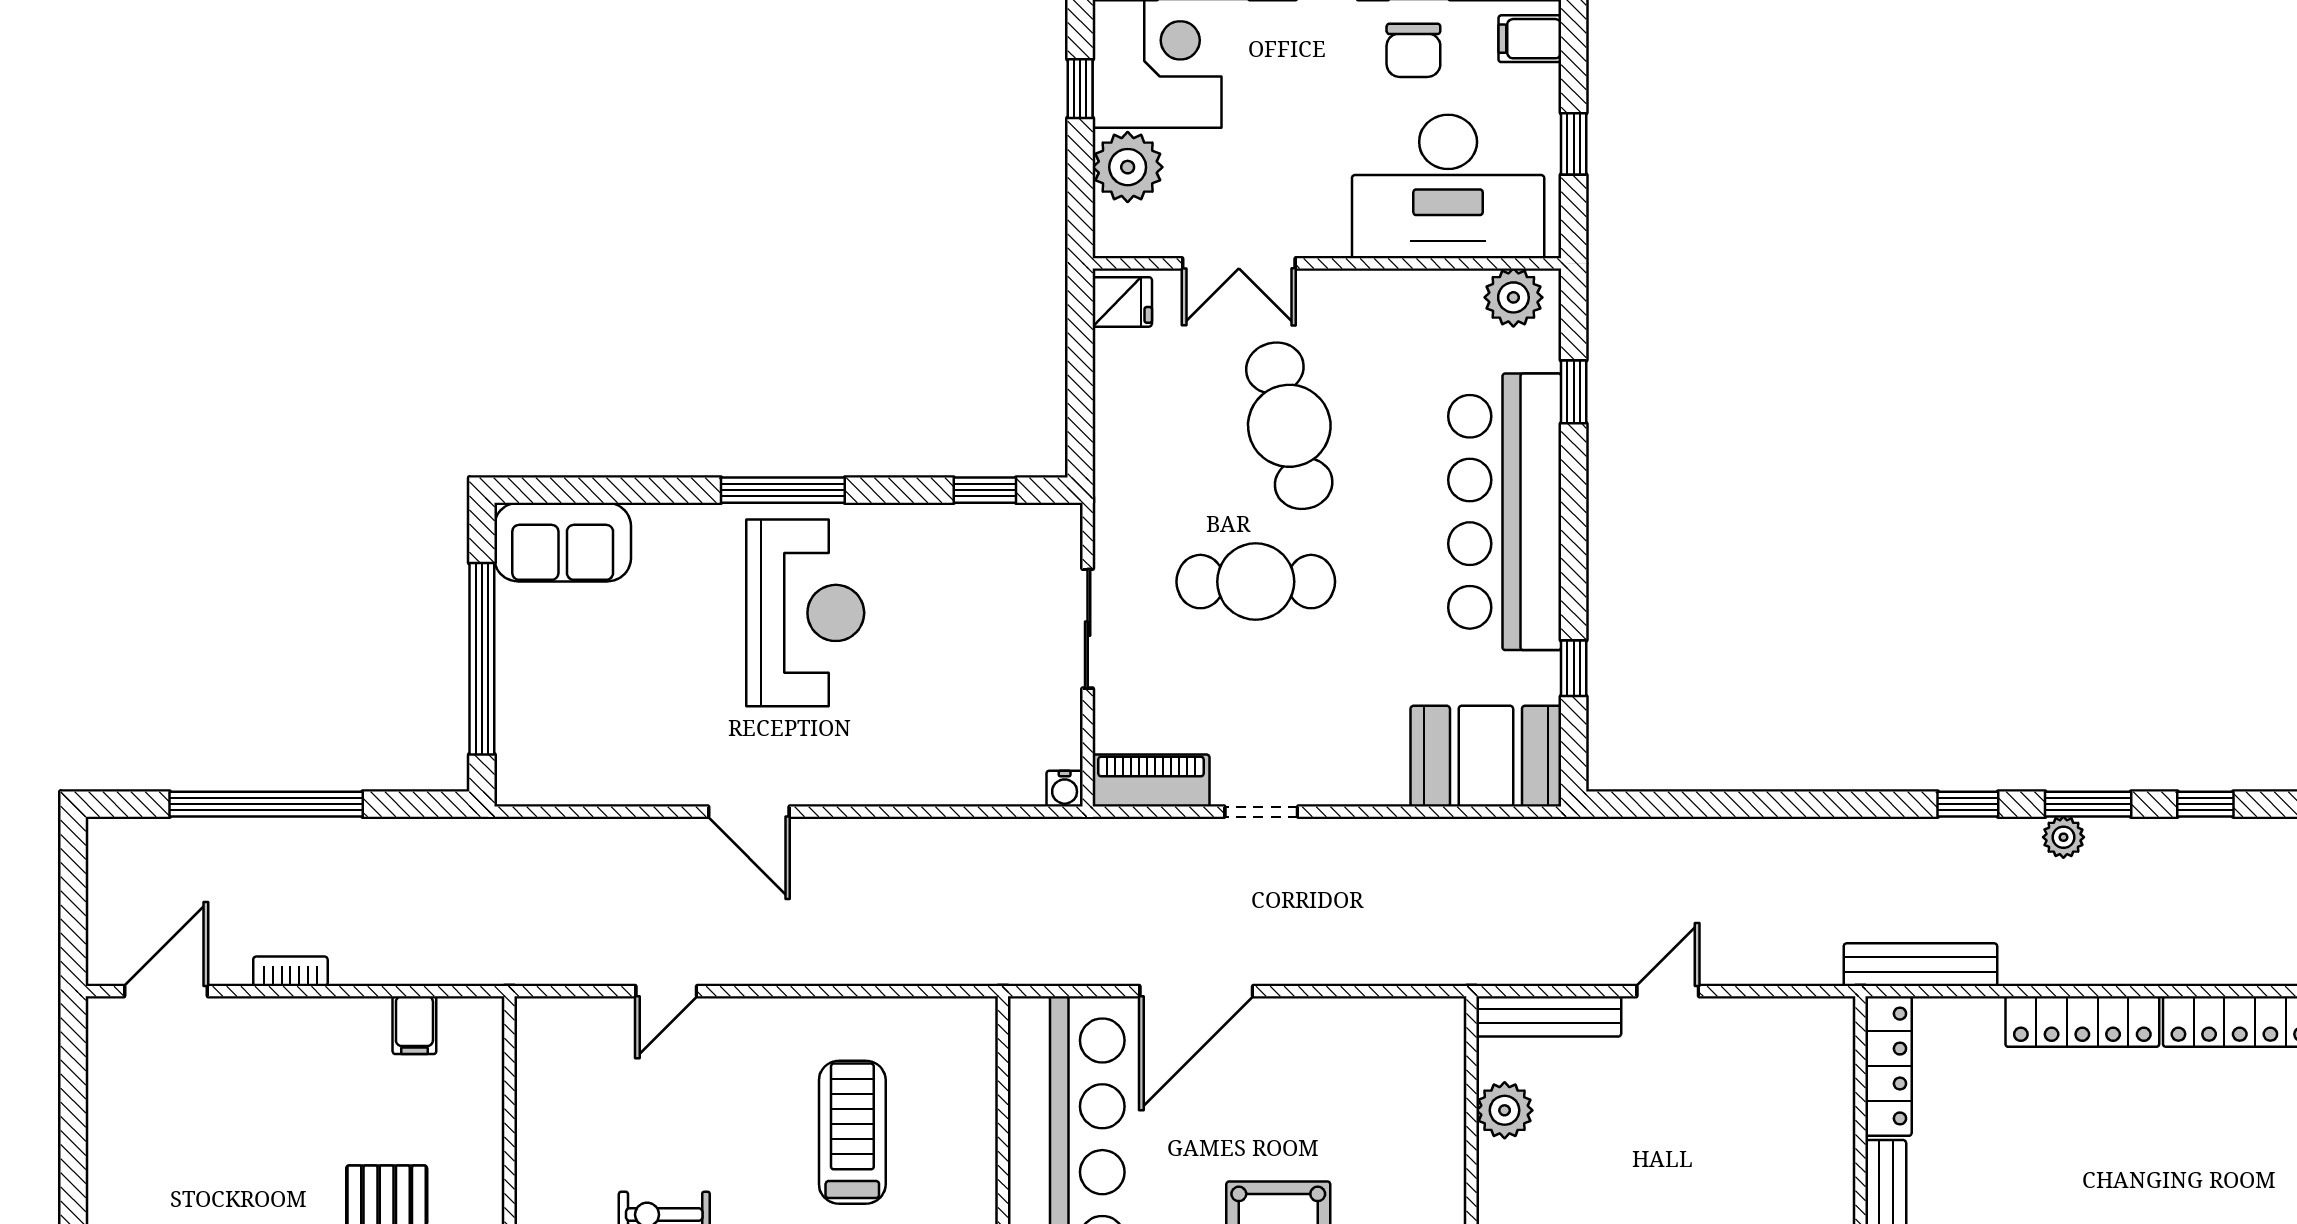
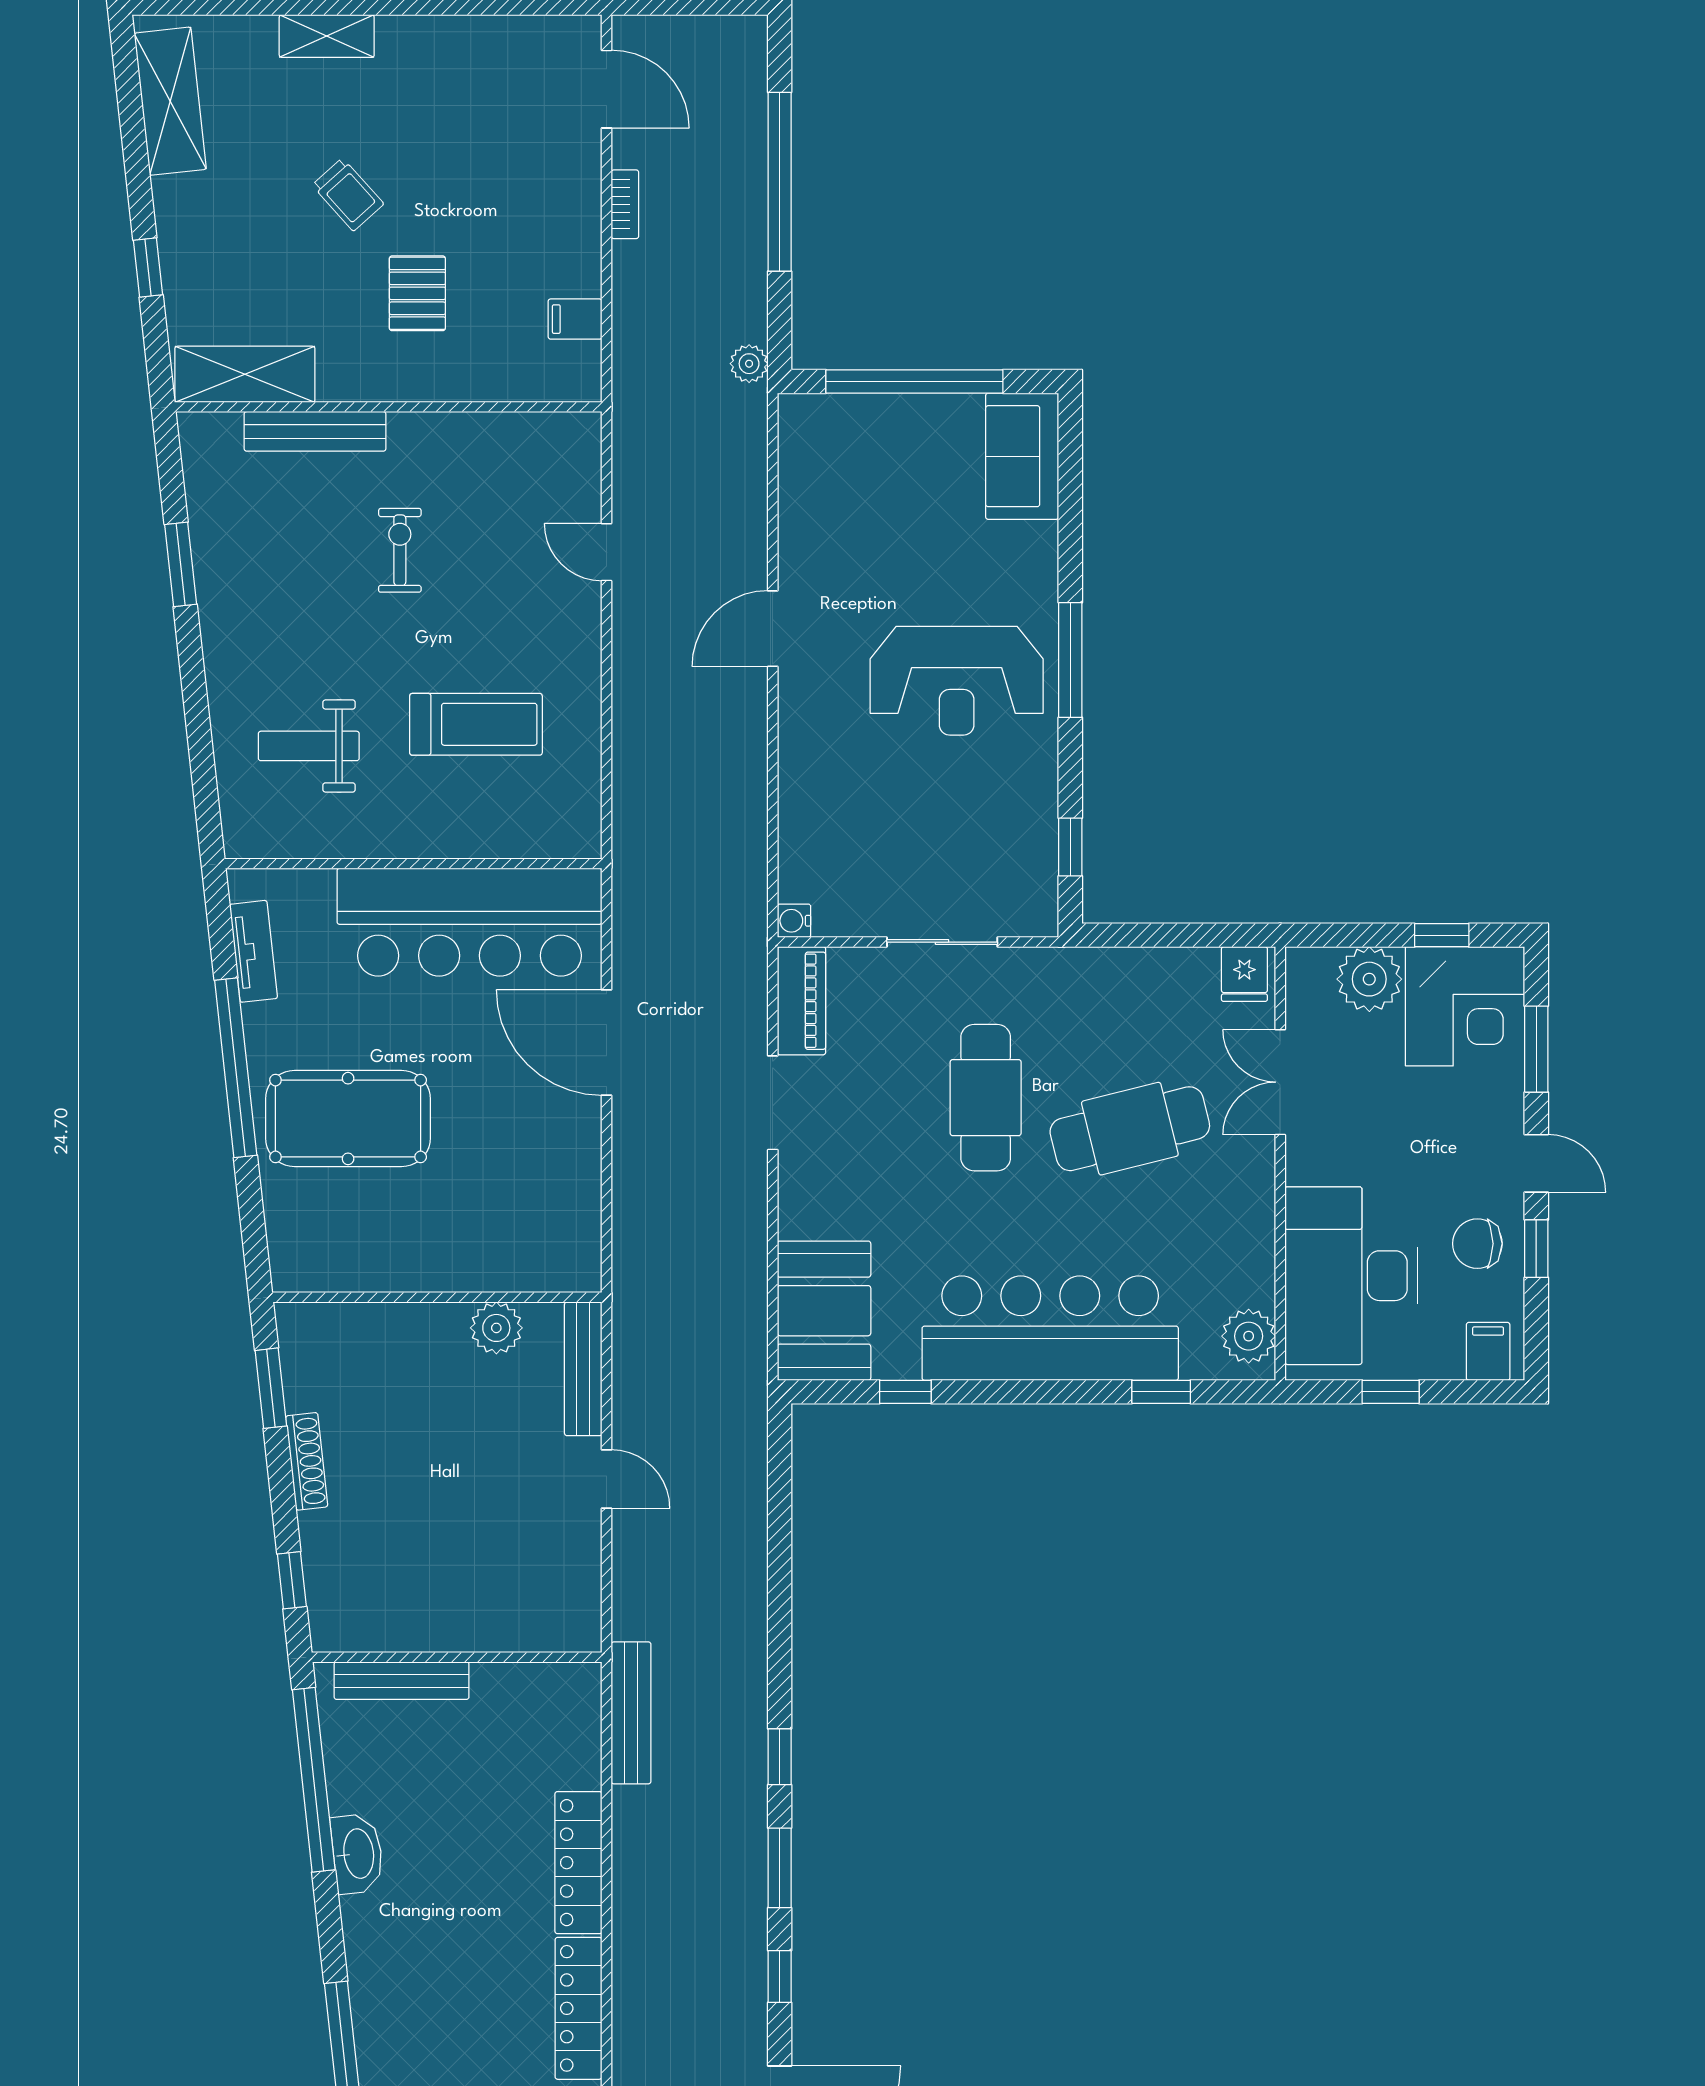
doorway: (1261, 812) -> (773, 1103), width x1.38
plant: (2063, 837) -> (749, 364), moved
locker: (1888, 1066) -> (537, 1683), removed

